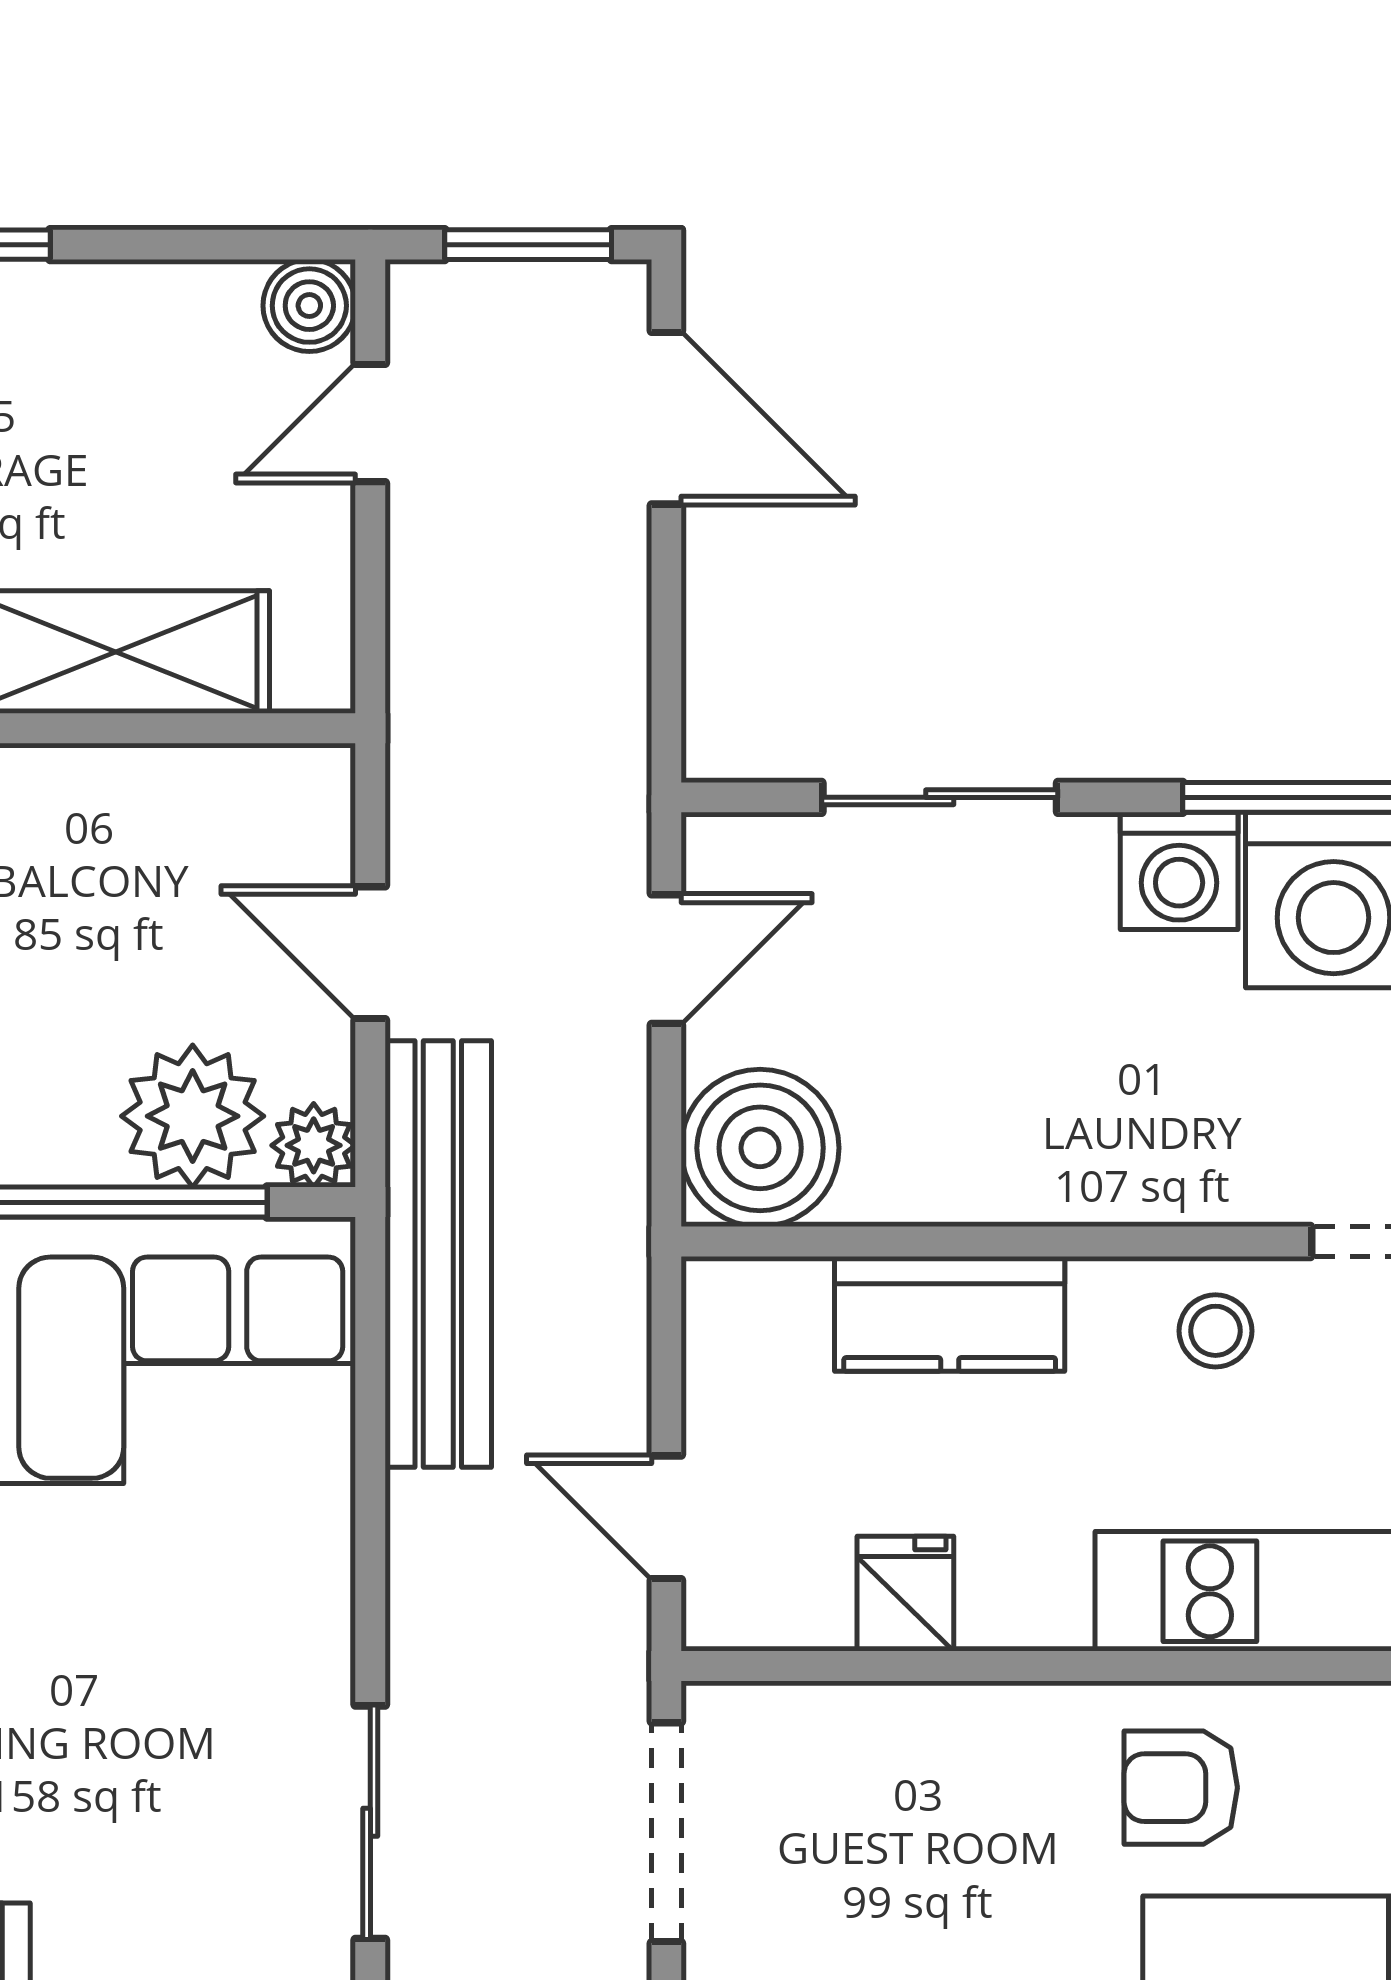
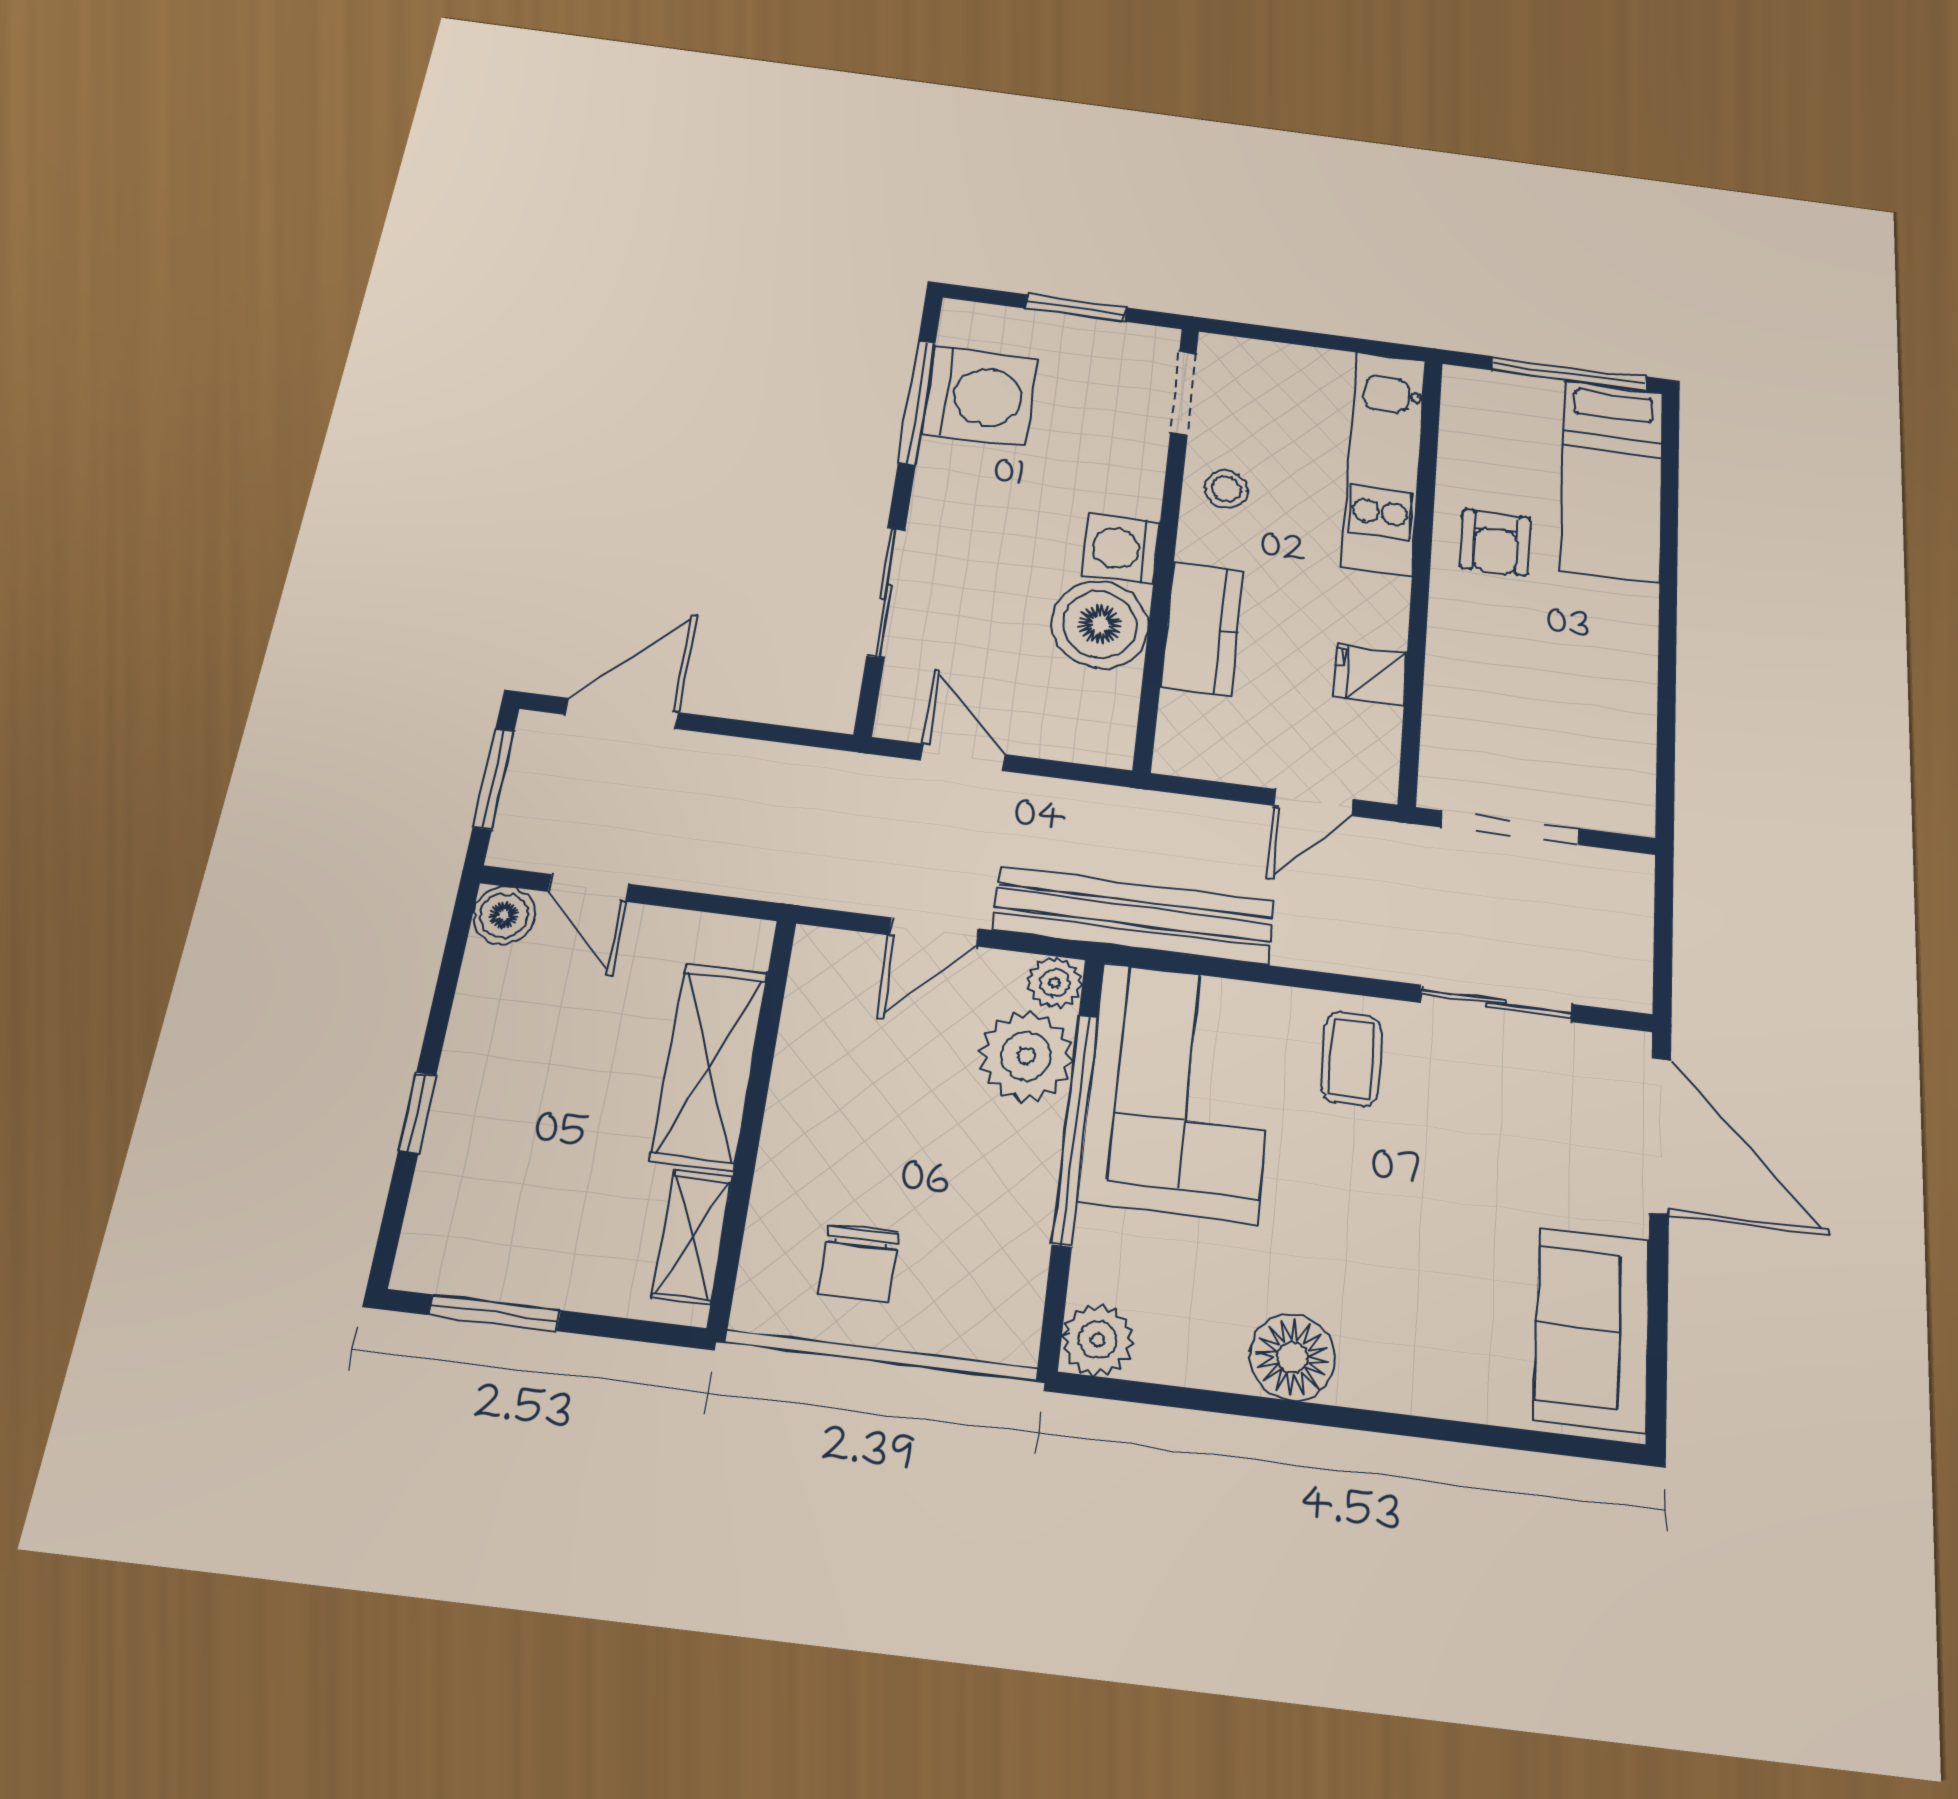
washing machine: (1179, 871) -> (1121, 548), moved, turned 180
boiler: (760, 1148) -> (1100, 625), moved
coffee table: (252, 1605) -> (1351, 1059), added

